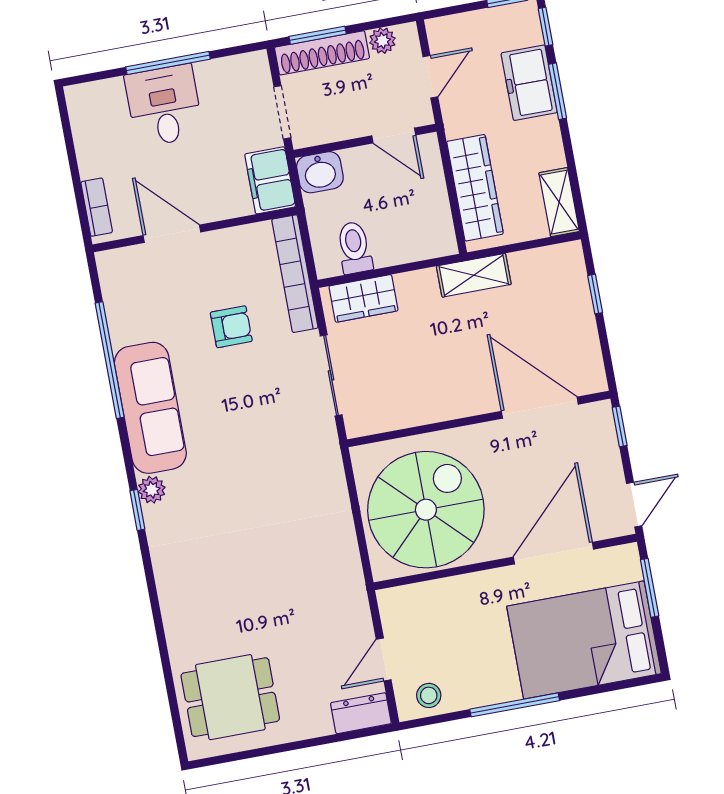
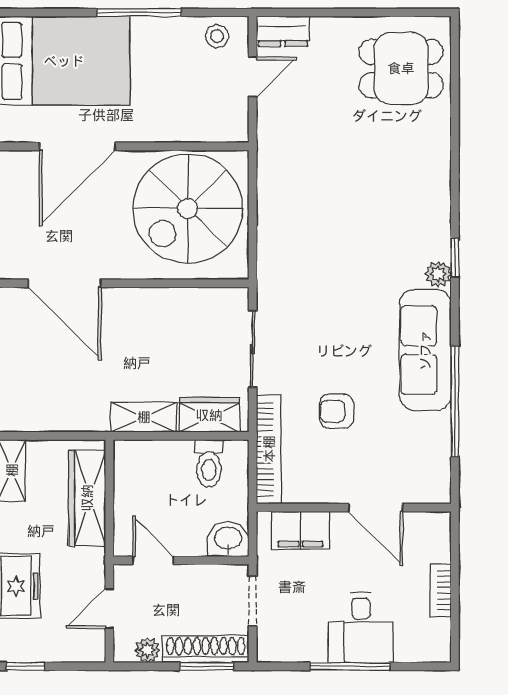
filing cabinet: (270, 180) -> (301, 530), moved, turned 90
bookcase: (97, 207) -> (441, 590), moved
shelving: (474, 275) -> (144, 417), moved

